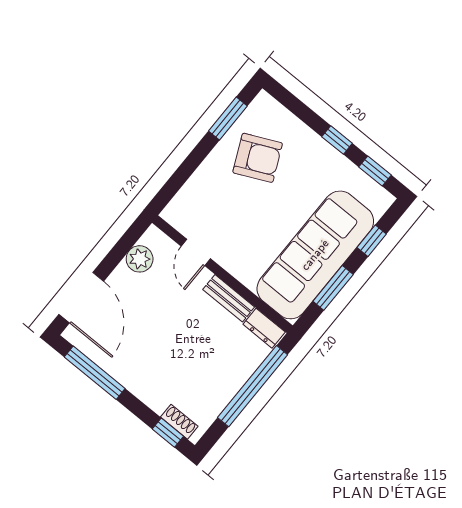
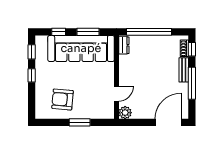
window: (228, 119) -> (80, 122), moved
armchair: (258, 158) -> (63, 99), turned -60
plant: (140, 259) -> (125, 113), moved
bench: (229, 298) -> (184, 70), moved
window: (95, 373) -> (192, 83), moved

